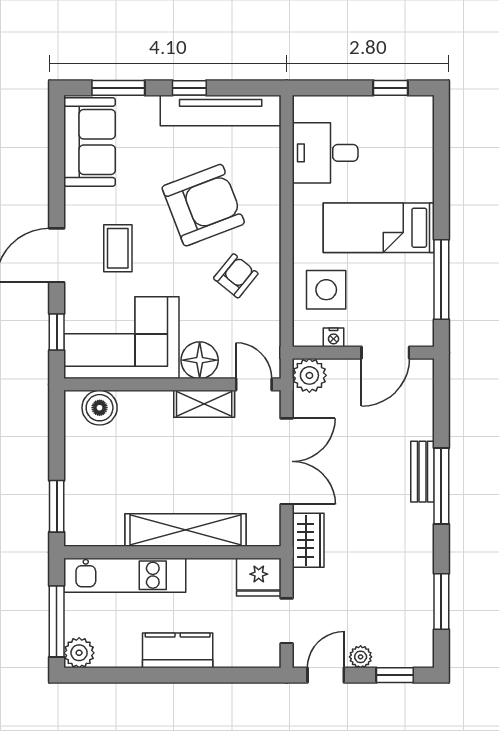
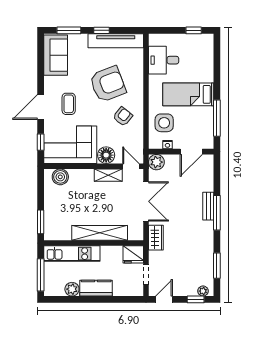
plant: (79, 653) -> (72, 289), moved
plant: (361, 657) -> (203, 291), moved

